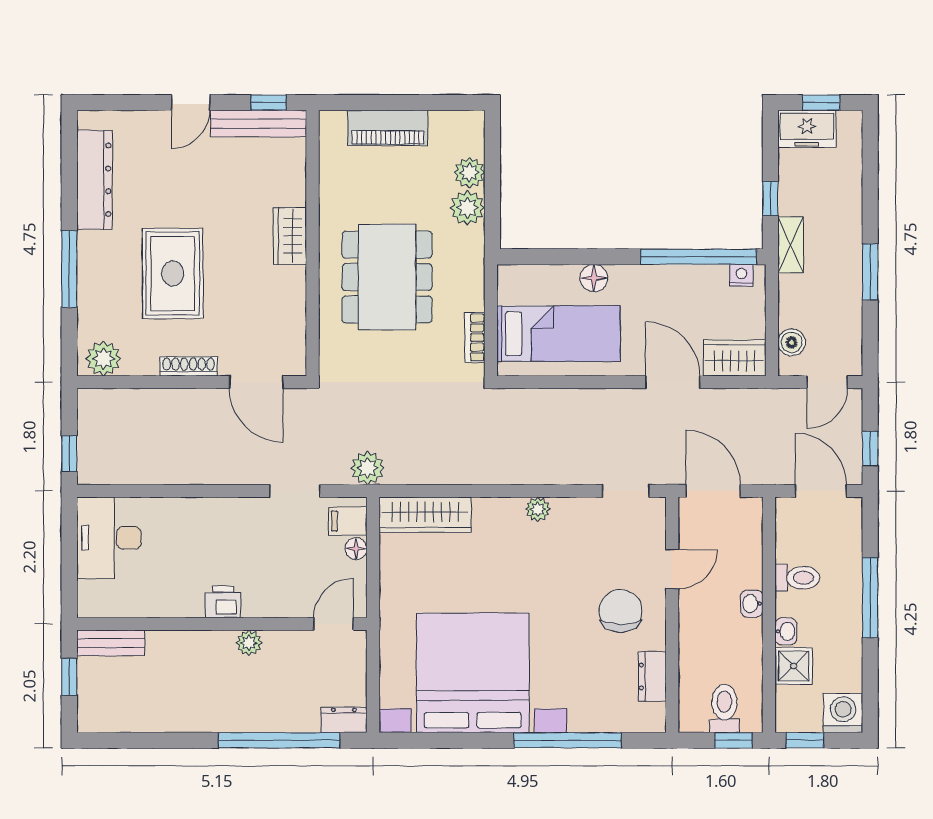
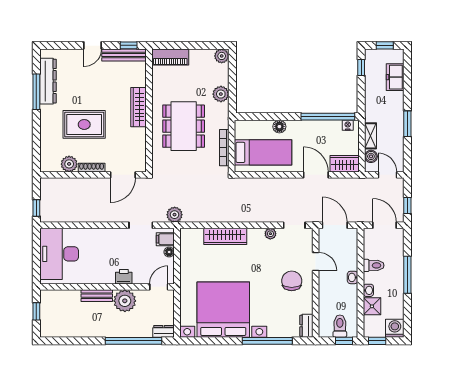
piano: (388, 128) -> (170, 57), moved
freezer: (807, 129) -> (395, 77), moved, turned 90
plant: (469, 172) -> (222, 56), moved
window: (770, 199) -> (361, 68), moved
wardrobe: (290, 236) -> (139, 107), width x1.50
shelving: (791, 245) -> (371, 136), moved
window: (69, 269) -> (36, 92), moved
rug: (173, 273) -> (84, 124), turned 90
bookcase: (475, 337) -> (224, 148), width x1.56
plant: (103, 359) -> (69, 164), moved
door: (256, 382) -> (123, 175), hinge flipped
door: (827, 382) -> (387, 175), swing flipped
plant: (538, 509) -> (270, 234), moved
wardrobe: (425, 515) -> (225, 236), moved
desk: (109, 538) -> (59, 254), width x1.36, depth x1.30
door: (672, 569) -> (316, 261), hinge flipped
printer: (223, 602) -> (124, 277), moved
bench: (111, 643) -> (97, 296), moved
plant: (249, 643) -> (125, 301), width x1.87, depth x1.87
dresser: (652, 676) -> (306, 326), moved

